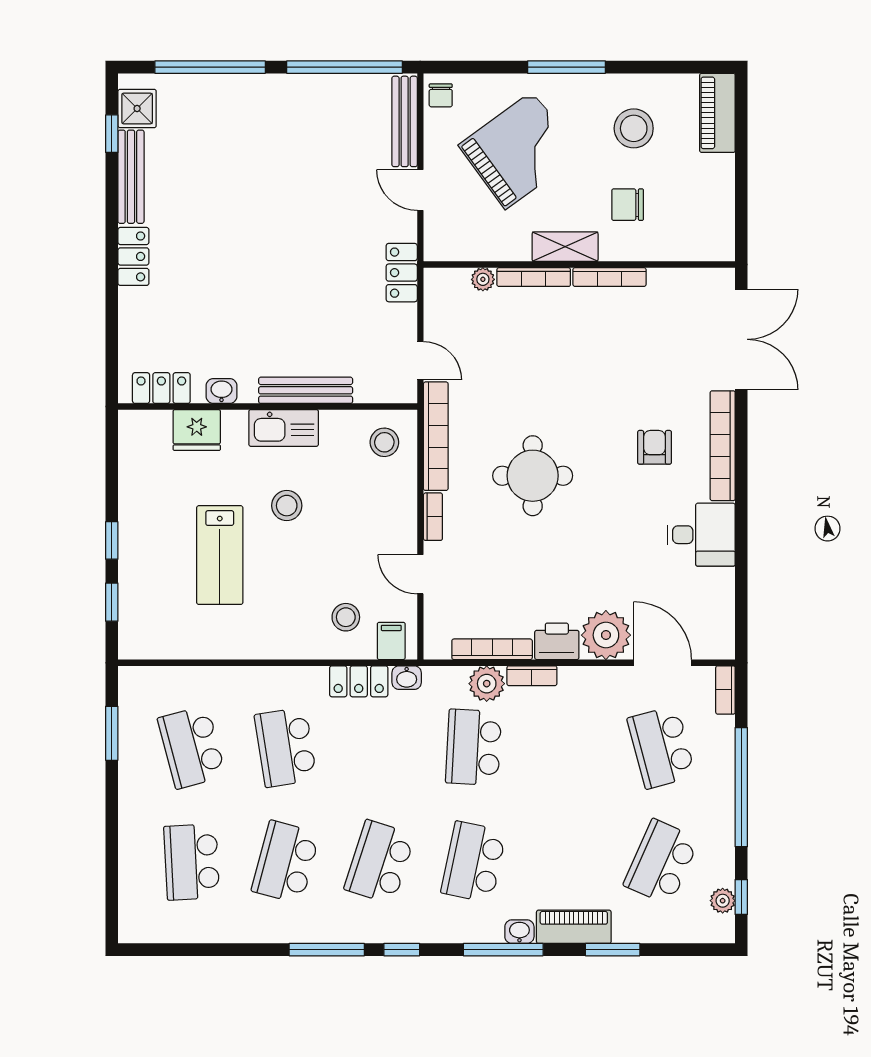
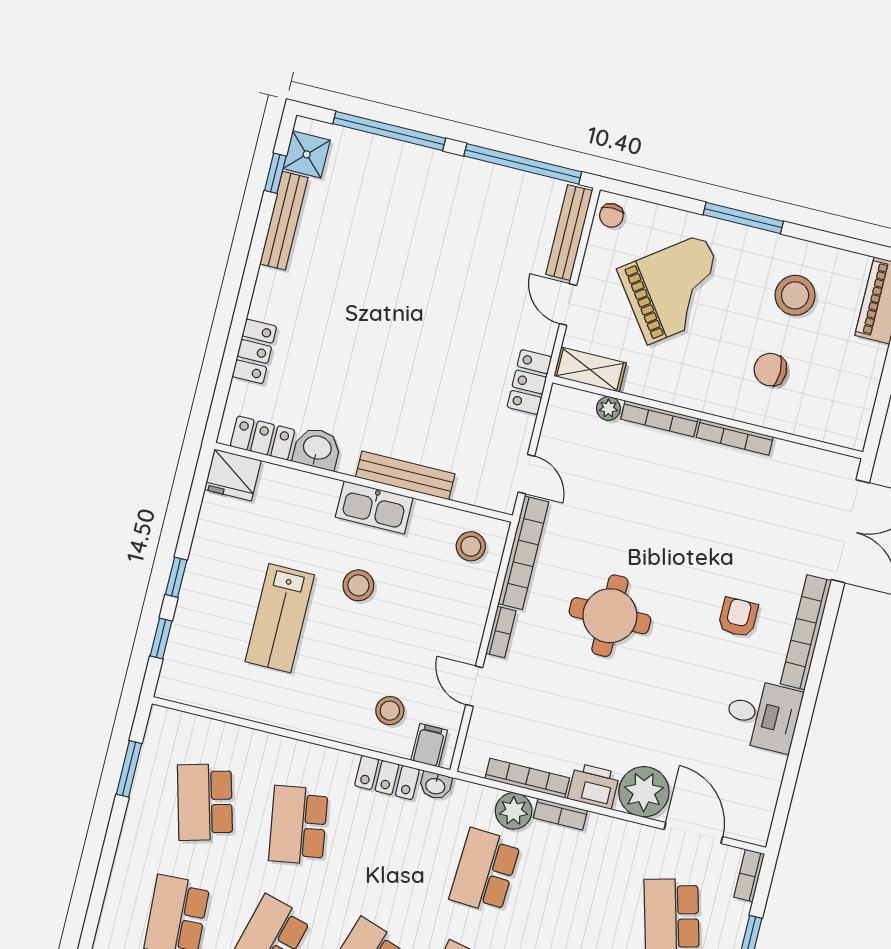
shelving: (565, 247) -> (590, 370), moved
locker: (133, 256) -> (254, 351), moved
washbasin: (222, 391) -> (317, 449), width x1.38, depth x1.45
fridge: (197, 430) -> (233, 475), moved

